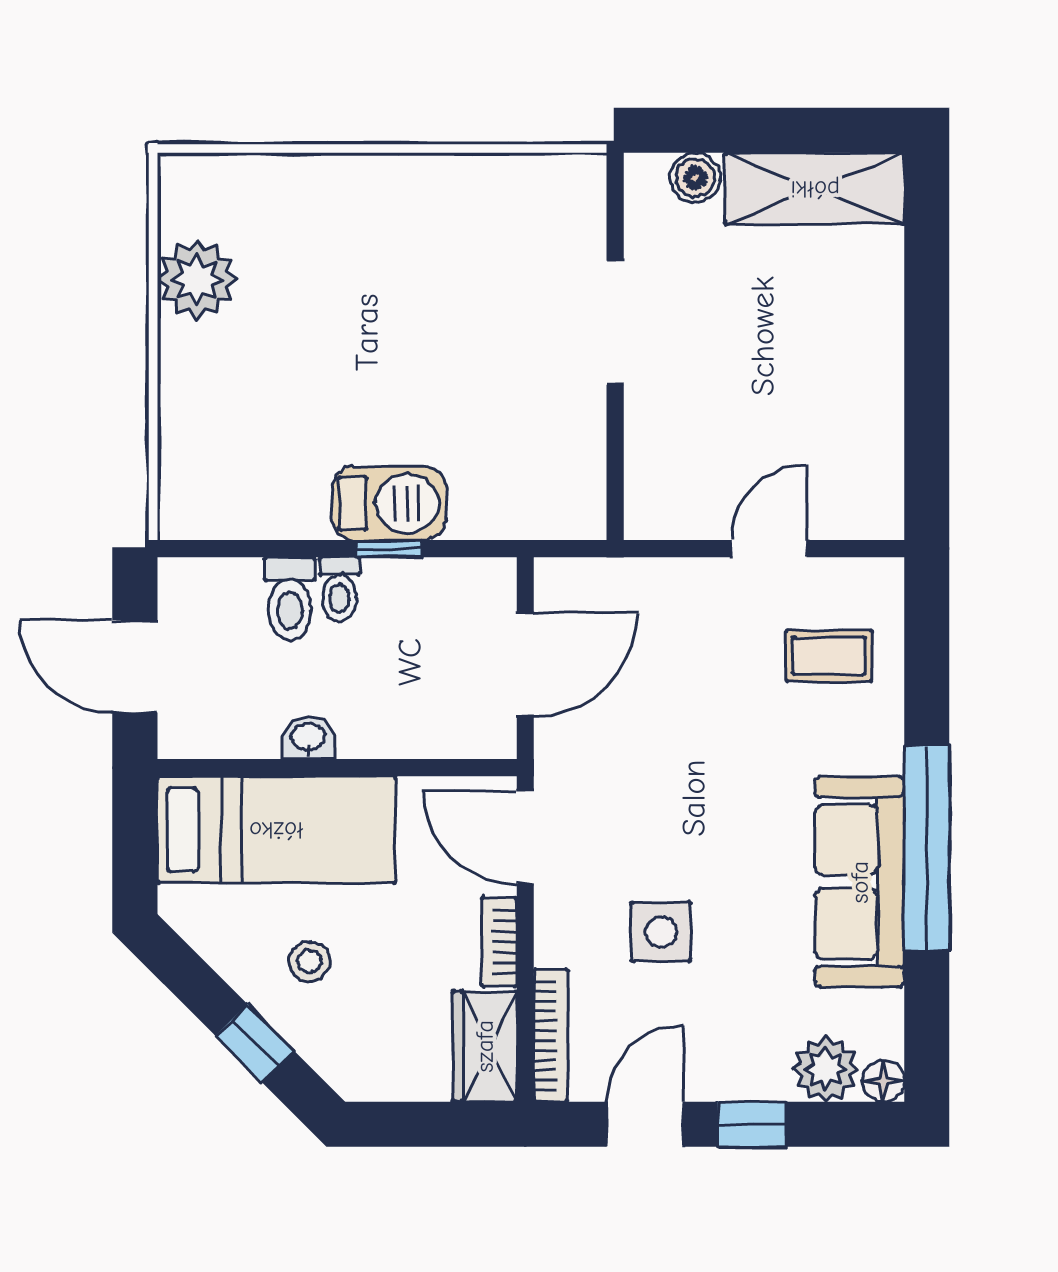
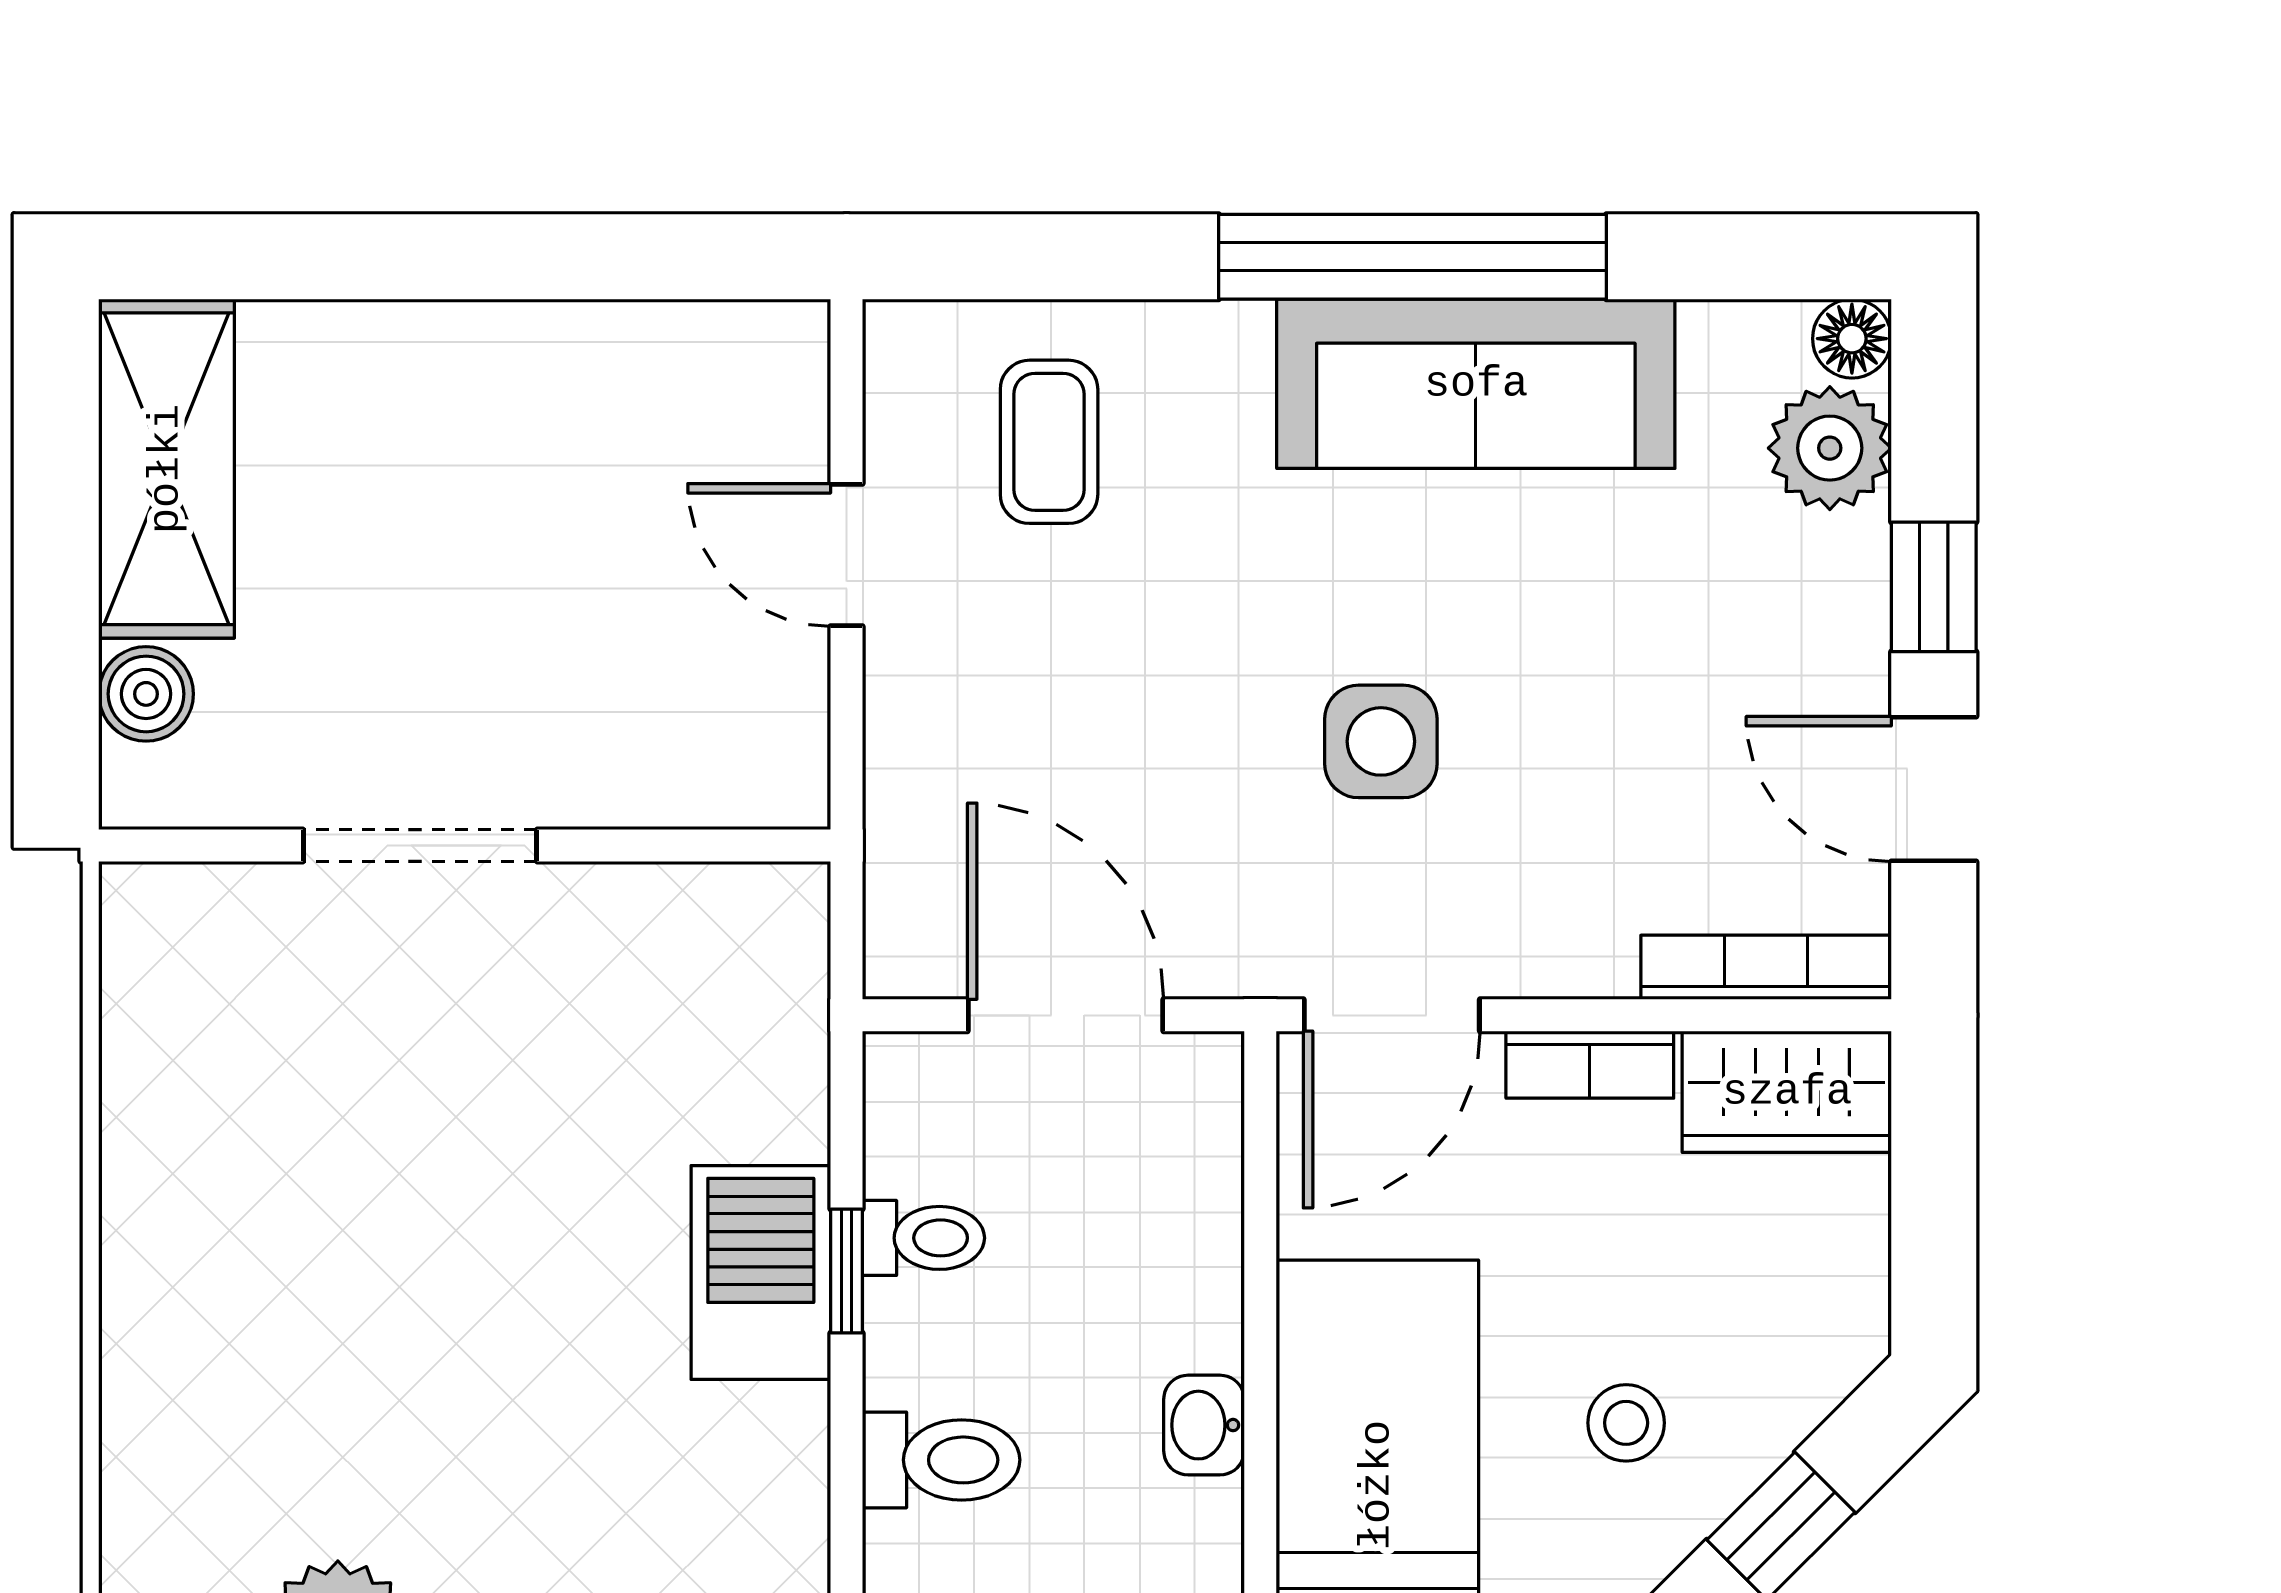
toilet: (339, 589) -> (923, 1238), moved
side table: (661, 932) -> (1381, 741), moved

